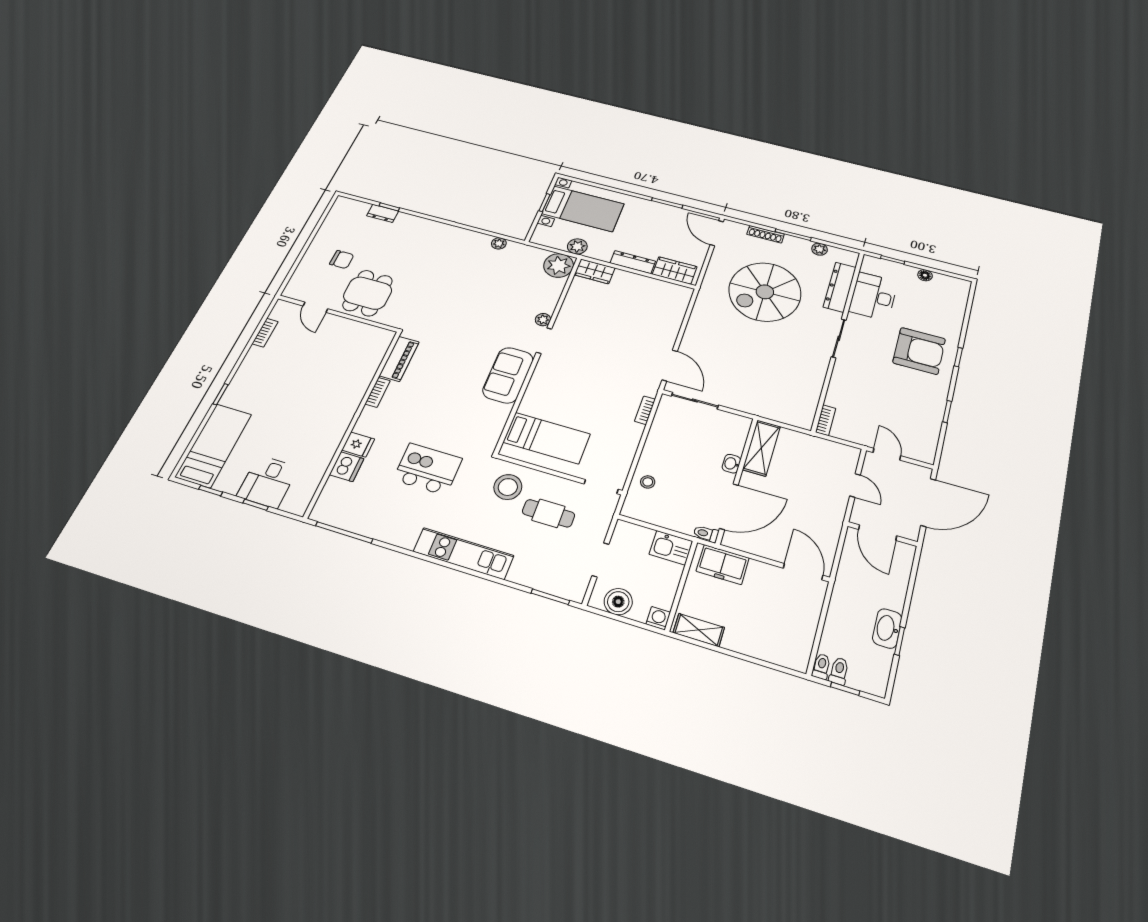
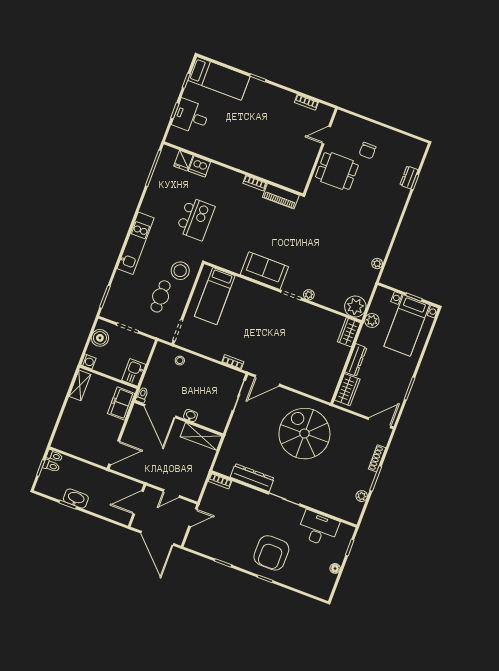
dresser: (840, 287) -> (252, 478), moved
spiral stairs: (765, 292) -> (304, 434), moved
fridge: (358, 445) -> (183, 161), moved

